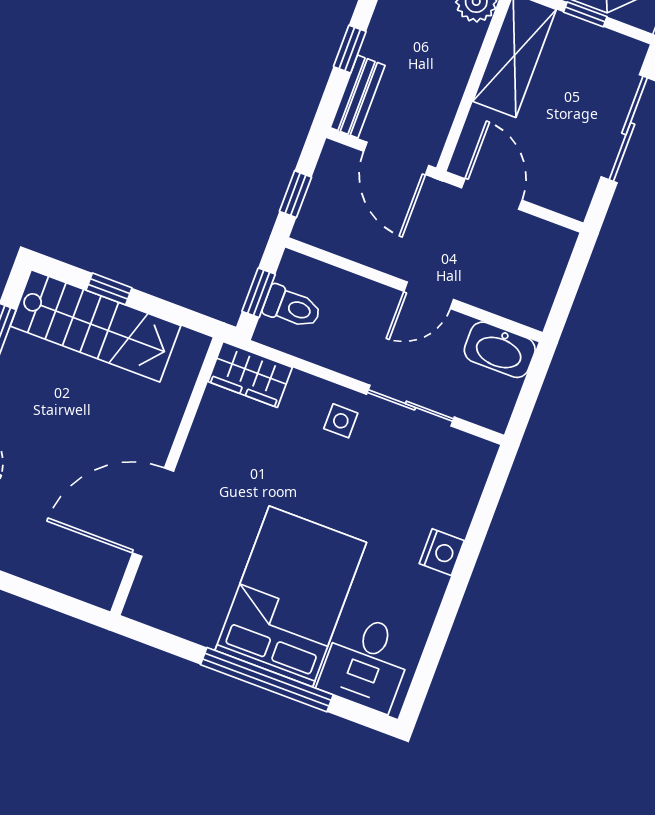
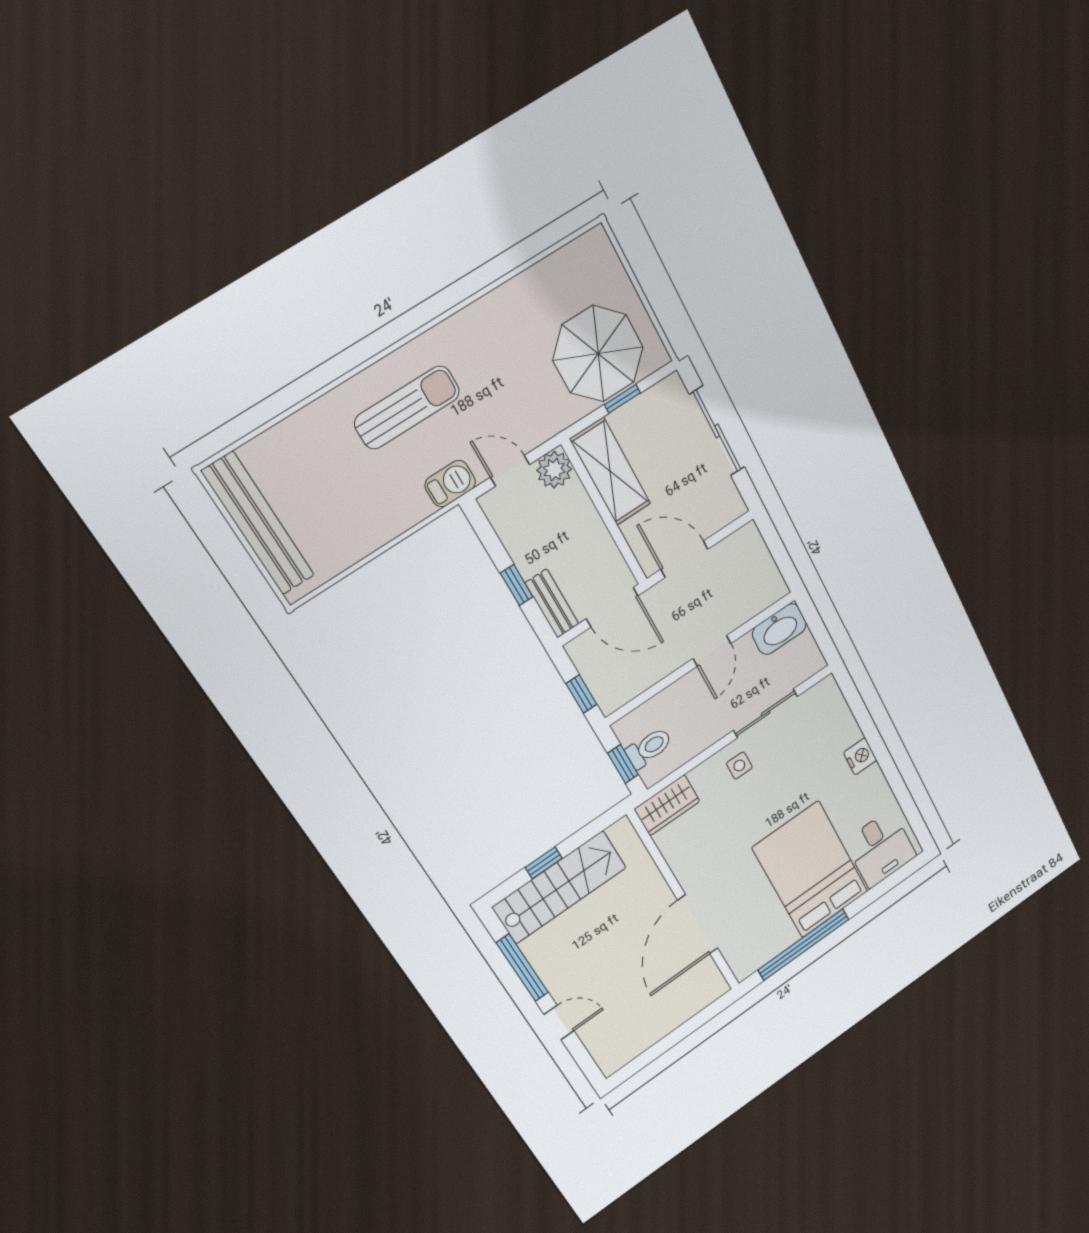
window: (267, 680) -> (804, 945), moved

